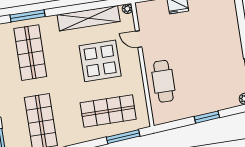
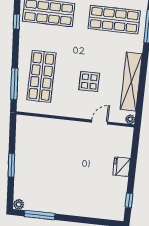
display table: (100, 61) -> (89, 82), width x0.54, depth x0.54
cafe table: (163, 81) -> (55, 134), removed

